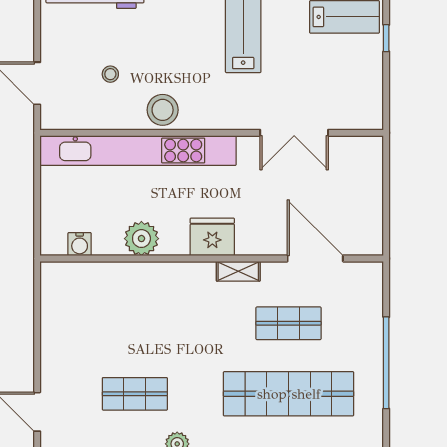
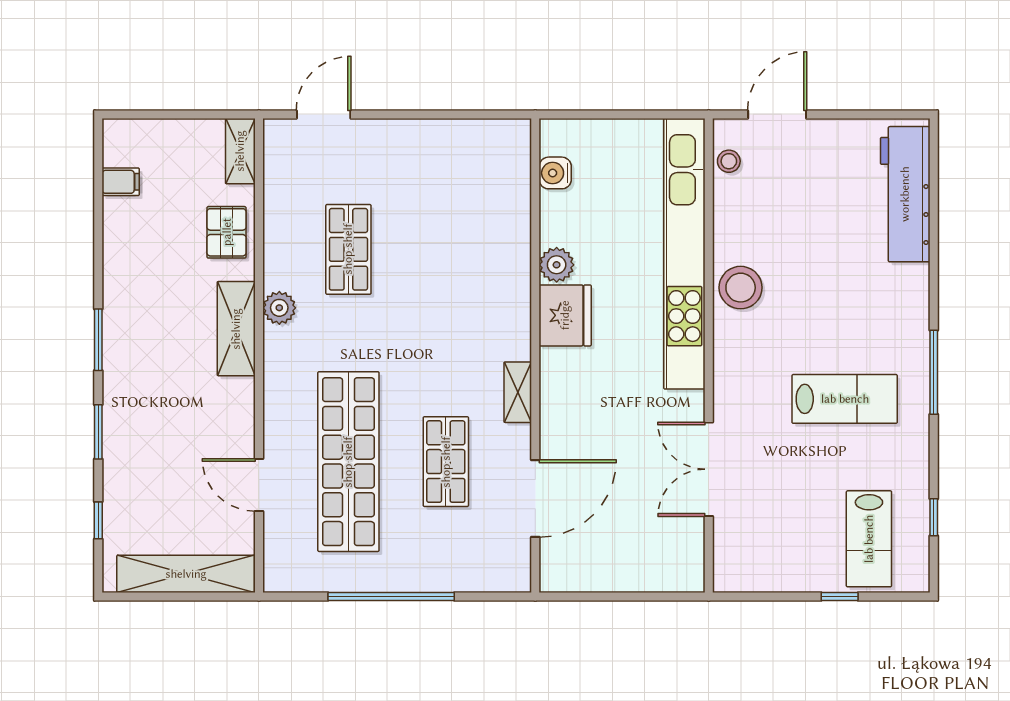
stool: (110, 74) -> (729, 161), moved
fridge: (212, 237) -> (565, 315), moved
plant: (141, 239) -> (557, 265), width x0.73, depth x0.73

